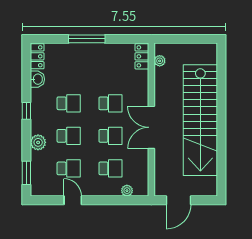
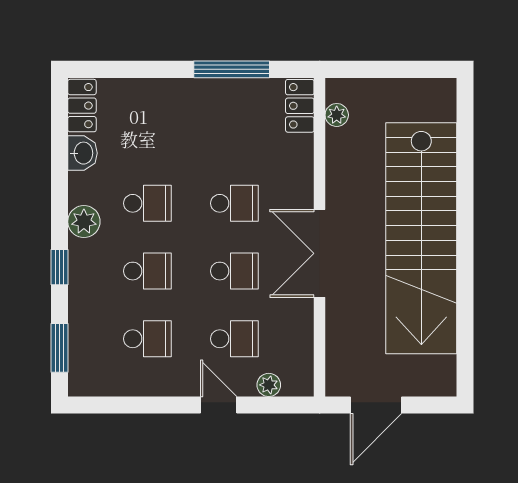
window: (87, 39) -> (232, 69), moved
window: (26, 111) -> (59, 267), moved
plant: (38, 142) -> (84, 222), moved
door: (73, 200) -> (219, 405), moved

